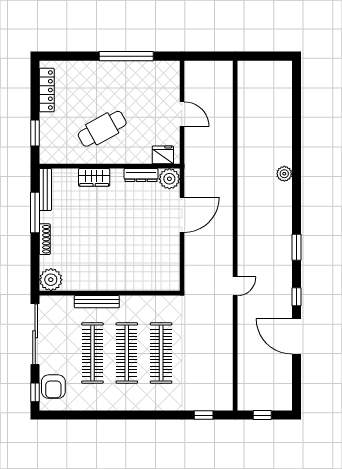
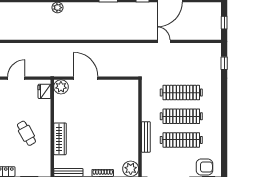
cafe table: (102, 129) -> (26, 133), width x0.73, depth x0.74
dresser: (141, 175) -> (58, 106), removed
wardrobe: (94, 177) -> (60, 139), width x1.50
door: (235, 286) -> (164, 41), moved

